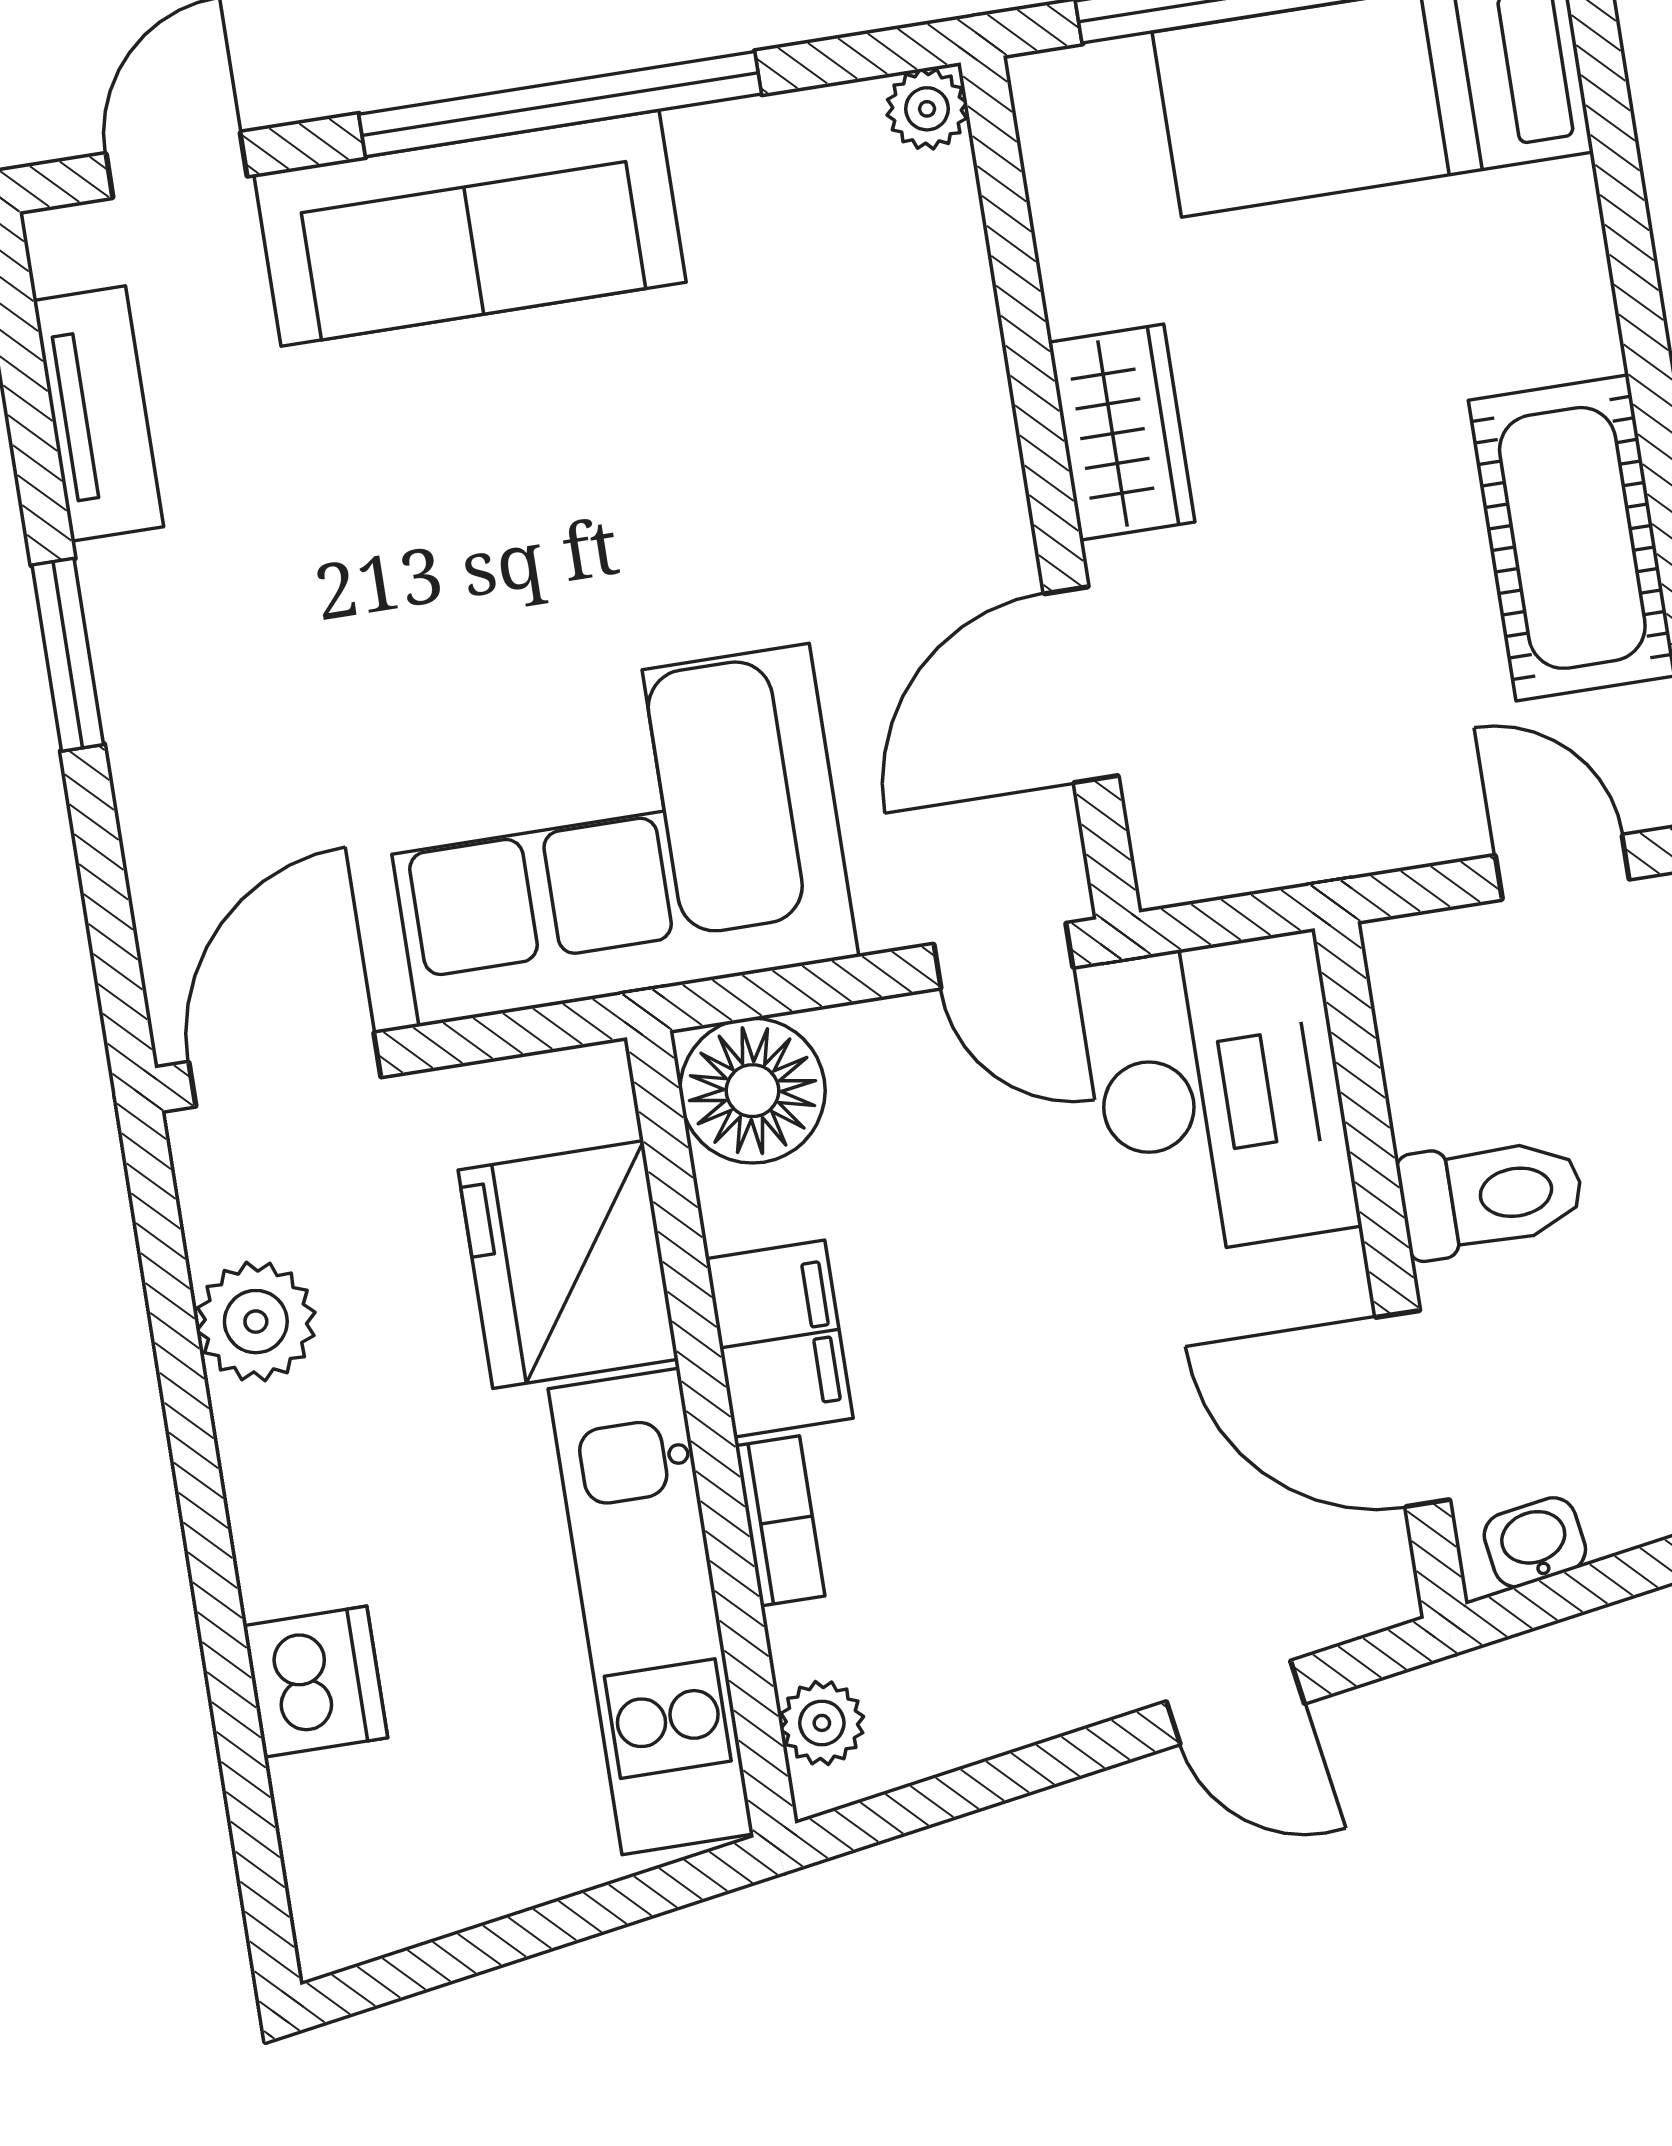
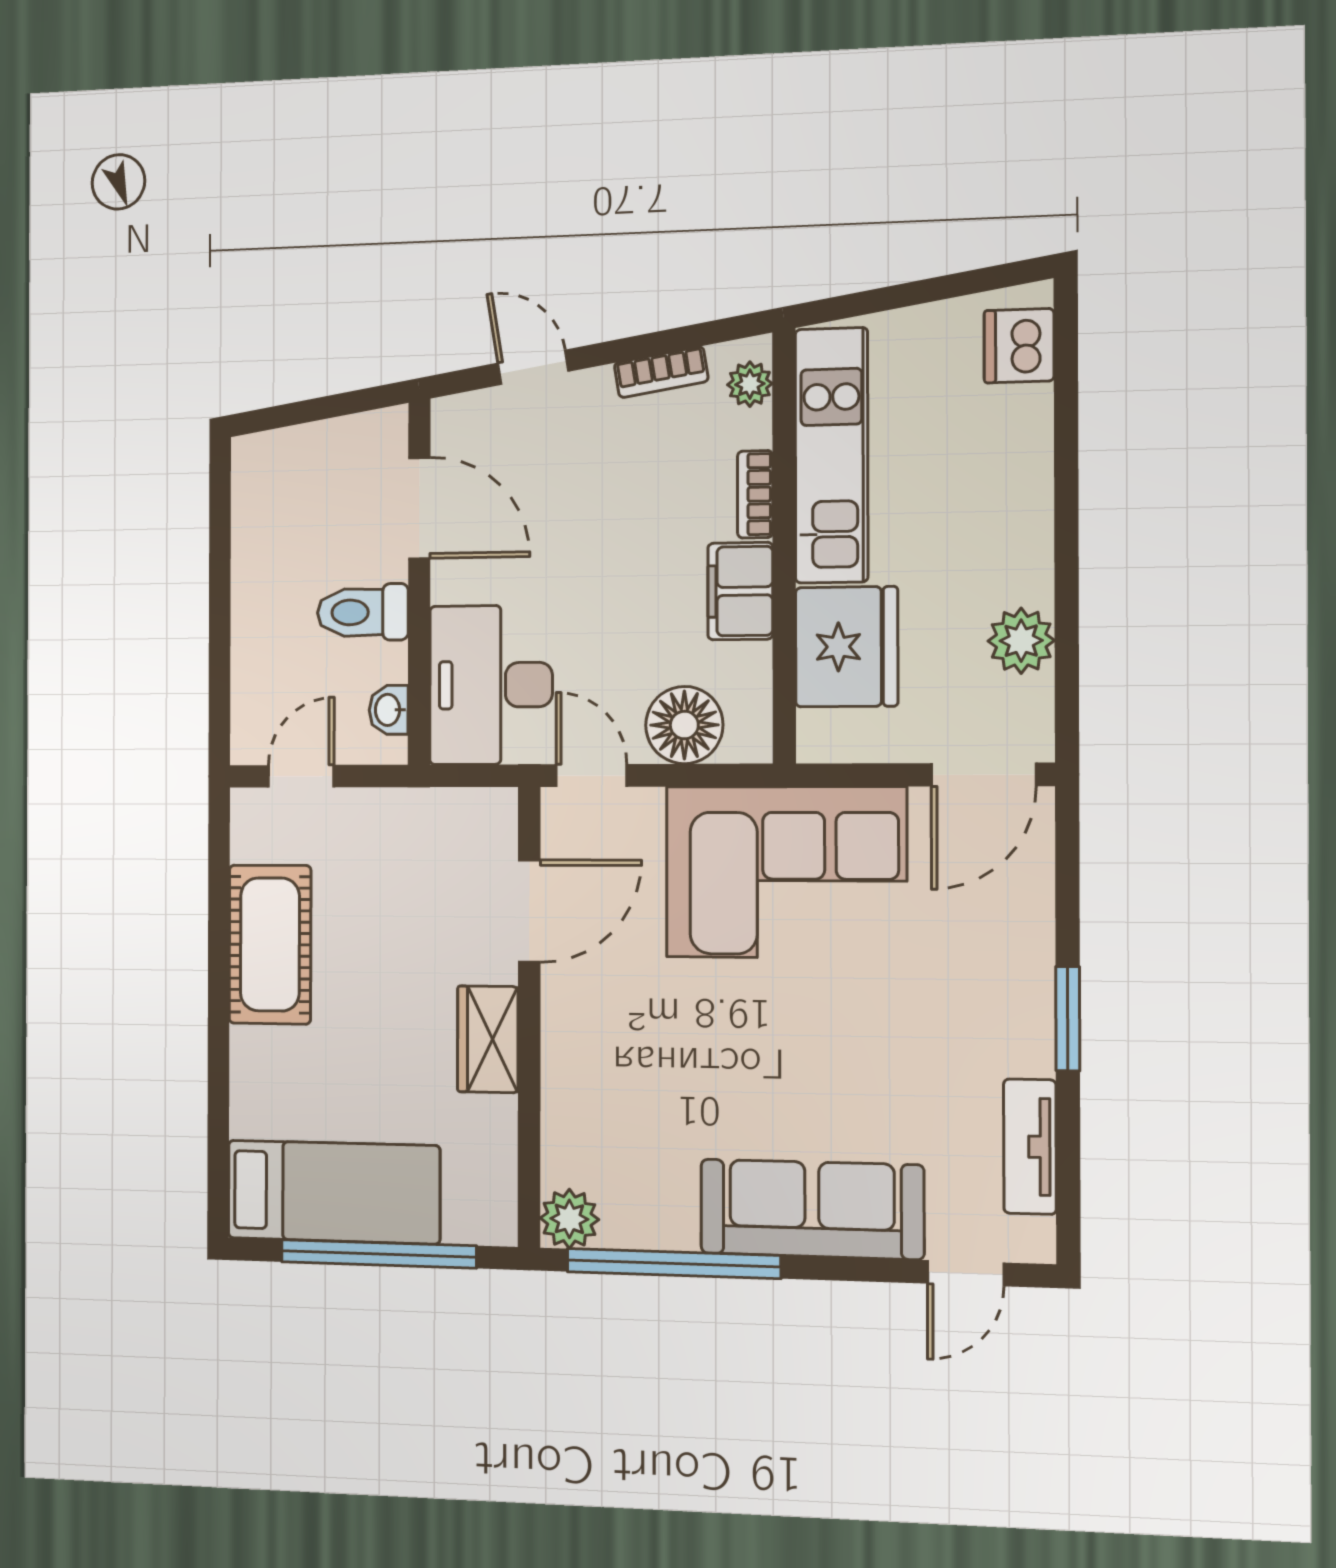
window: (560, 104) -> (673, 1264), moved
plant: (927, 109) -> (569, 1219), width x1.38, depth x1.38
door: (1562, 867) -> (301, 776), swing flipped
floor lamp: (752, 1091) -> (684, 725), moved
washbasin: (1535, 1542) -> (389, 710), moved, turned 99
dishwasher: (315, 1682) -> (1019, 346), moved
bookcase: (991, 1724) -> (661, 372), added

